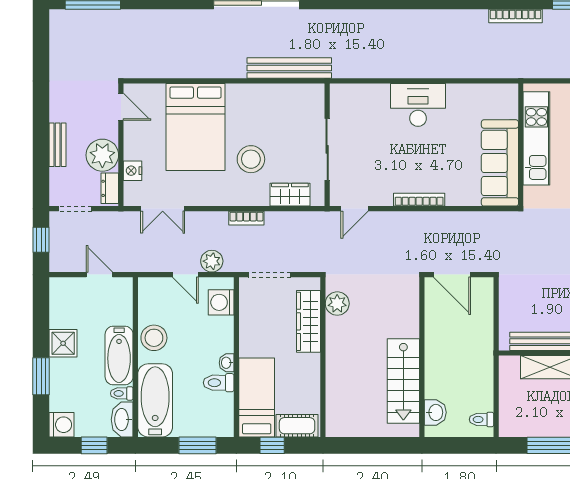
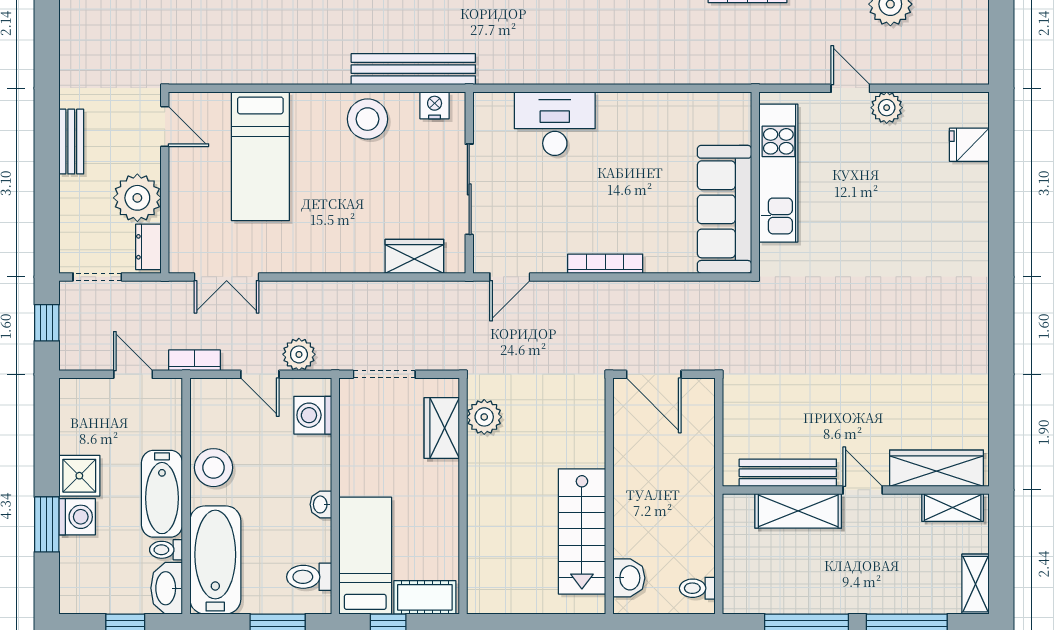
desk: (418, 105) -> (555, 124), moved
bed: (195, 127) -> (260, 156), width x0.67
bench: (58, 145) -> (71, 142), moved
stool: (251, 159) -> (368, 119), moved
nightstand: (133, 171) -> (435, 105), moved, turned 90
bookcase: (246, 218) -> (194, 360), moved, turned 180
wardrobe: (308, 321) -> (442, 428), width x0.67
toilet: (219, 383) -> (309, 577), moved
washing machine: (62, 425) -> (77, 517), moved

